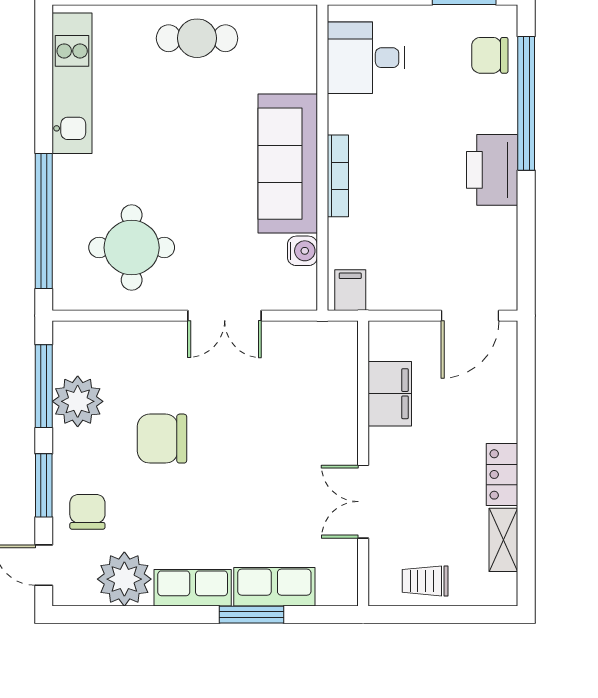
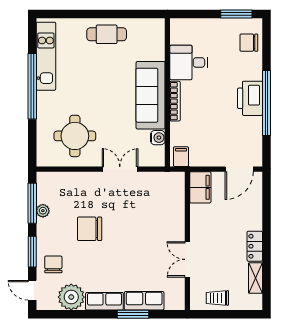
desk: (366, 58) -> (189, 62), moved
window: (526, 103) -> (267, 103), moved
window: (44, 221) -> (32, 86), moved
double door: (225, 316) -> (120, 169), swing flipped
filing cabinet: (390, 394) -> (200, 187), moved
plant: (78, 401) -> (43, 211), width x0.53, depth x0.53

